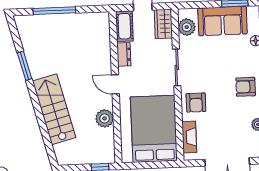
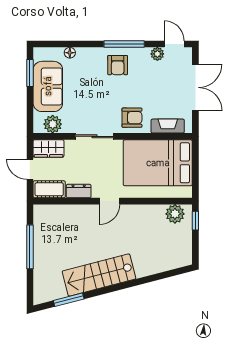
window: (54, 11) -> (30, 247), moved
window: (25, 66) -> (69, 300), moved
stairs: (54, 109) -> (99, 275), moved
plant: (105, 118) -> (175, 214), moved

